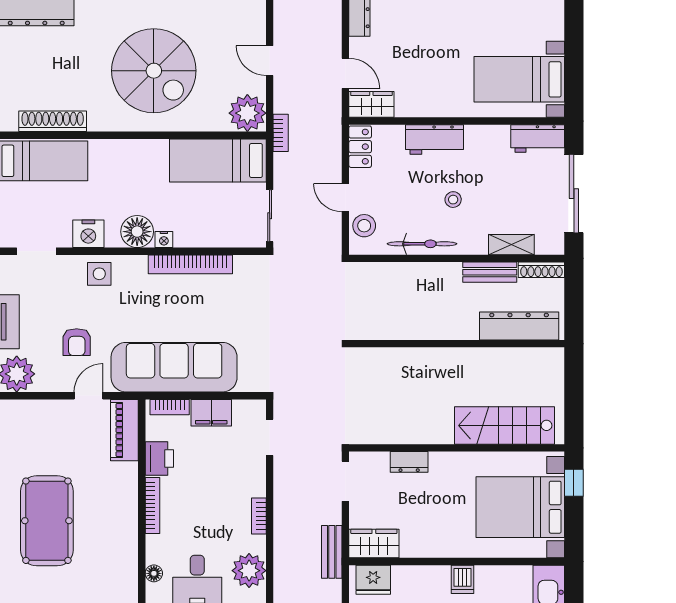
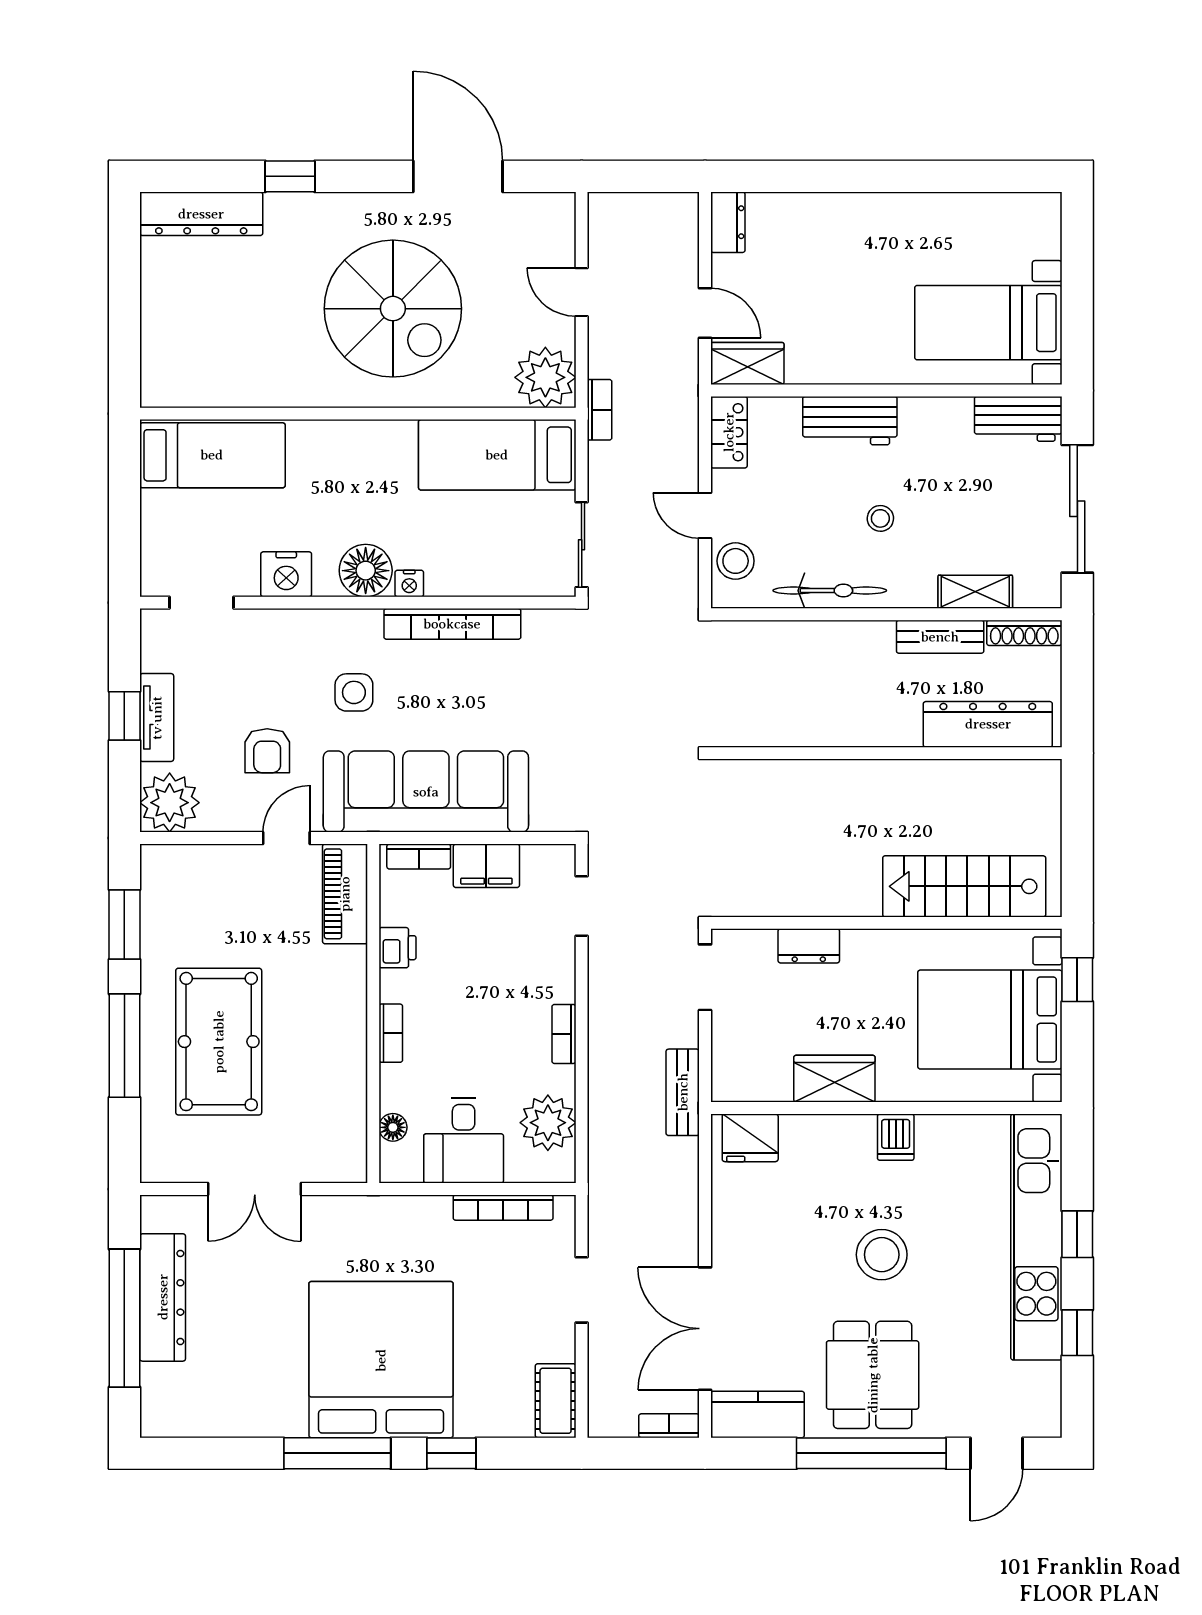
shoe rack: (53, 121) -> (228, 391), removed
side table: (99, 274) -> (354, 692), moved
printer: (159, 459) -> (397, 948), width x0.73, depth x0.81
bookcase: (153, 505) -> (391, 1033), width x0.64
wardrobe: (374, 544) -> (834, 1079), moved

